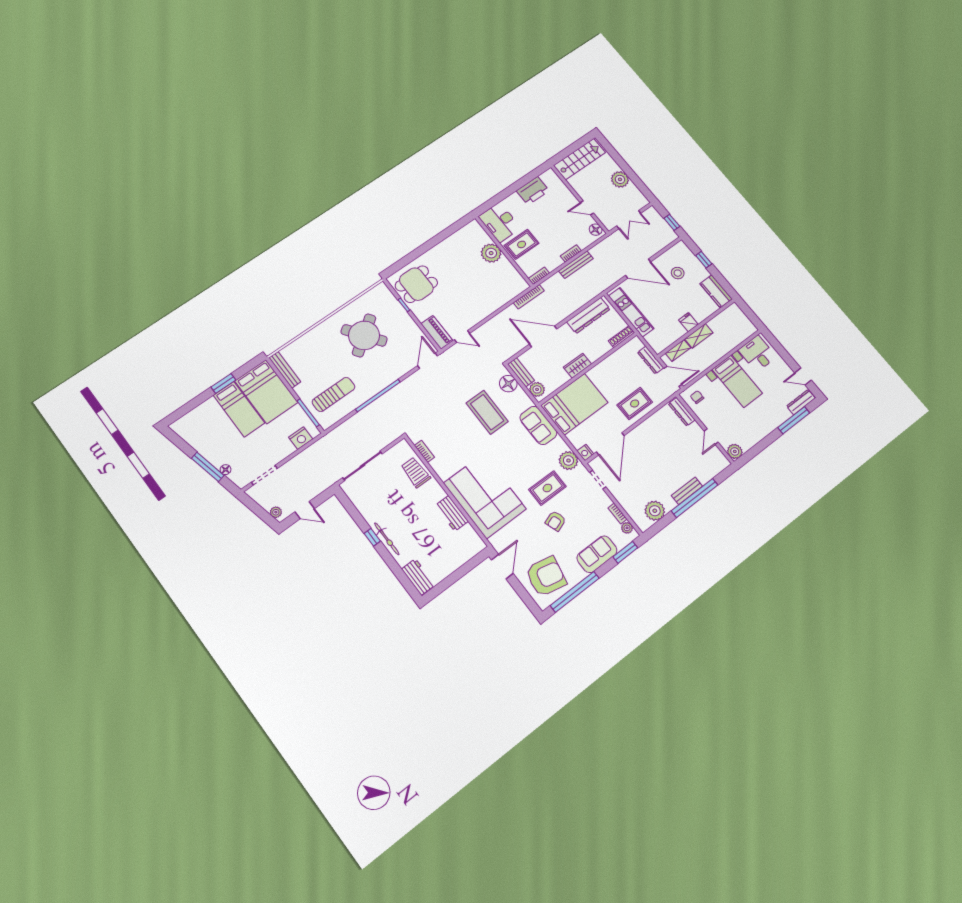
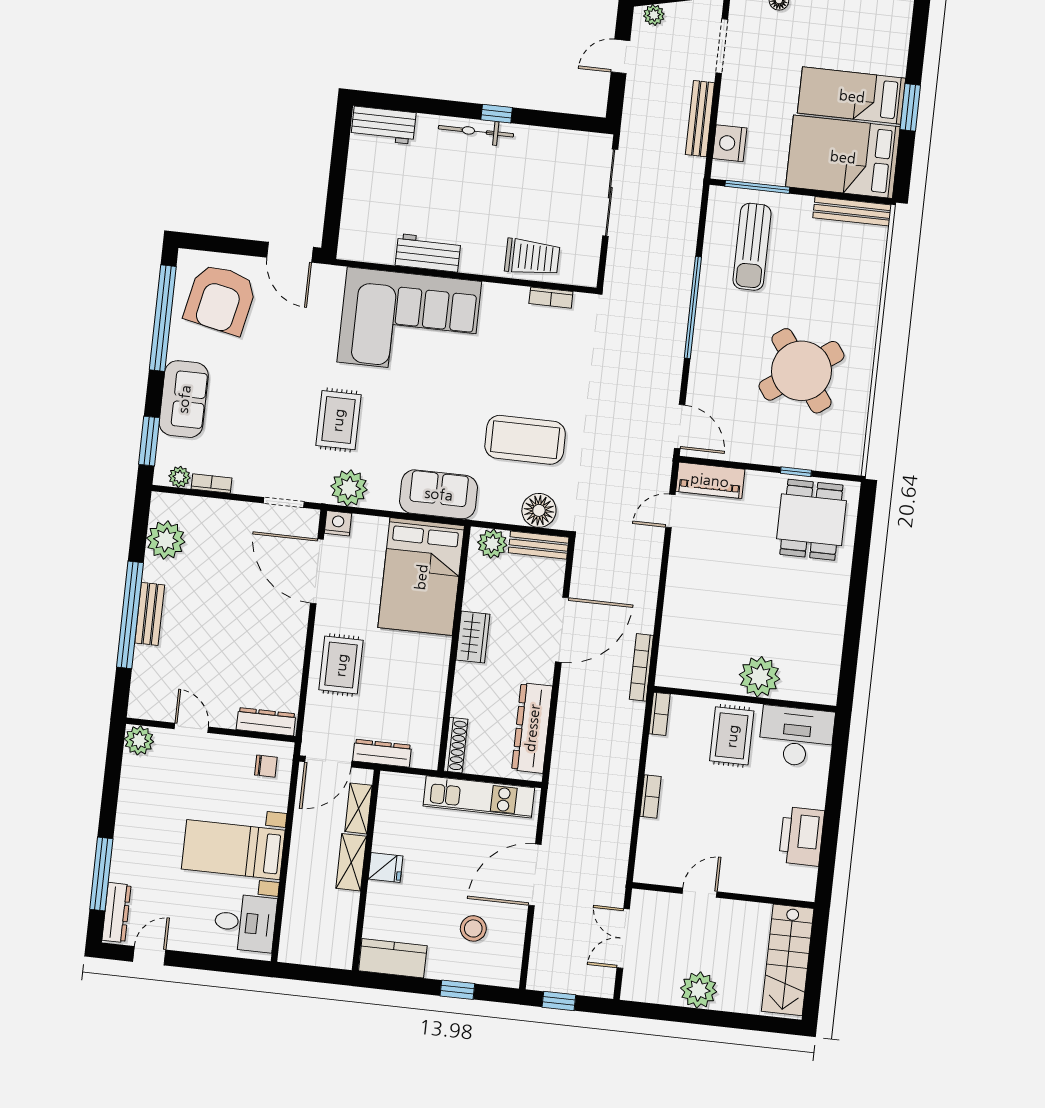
floor lamp: (596, 230) -> (653, 871), removed
bench: (576, 265) -> (700, 119), moved
armchair: (556, 521) -> (283, 387), removed

